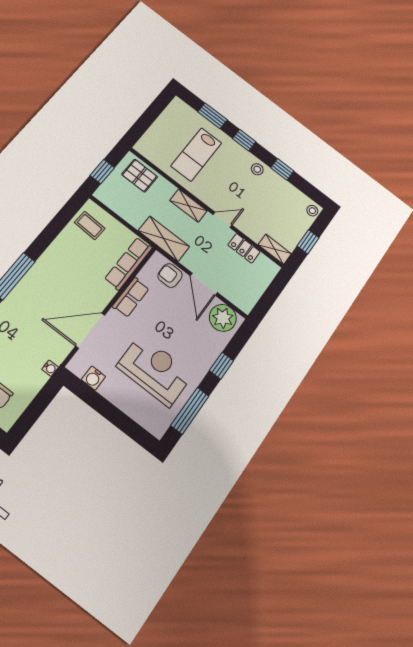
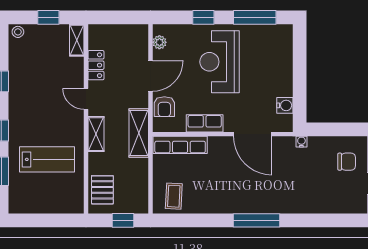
stool: (257, 169) -> (19, 102), removed
plant: (223, 318) -> (159, 42), width x0.53, depth x0.53
reception desk: (155, 370) -> (220, 62), moved

